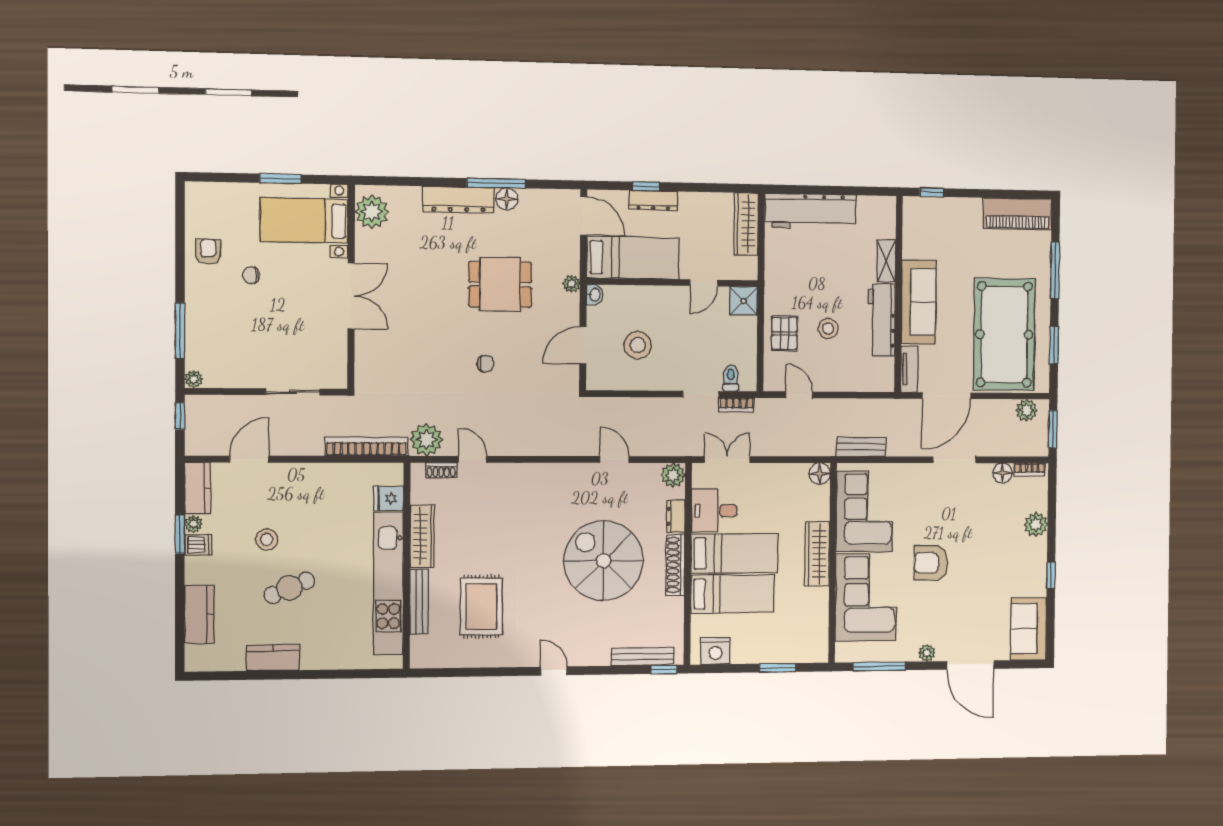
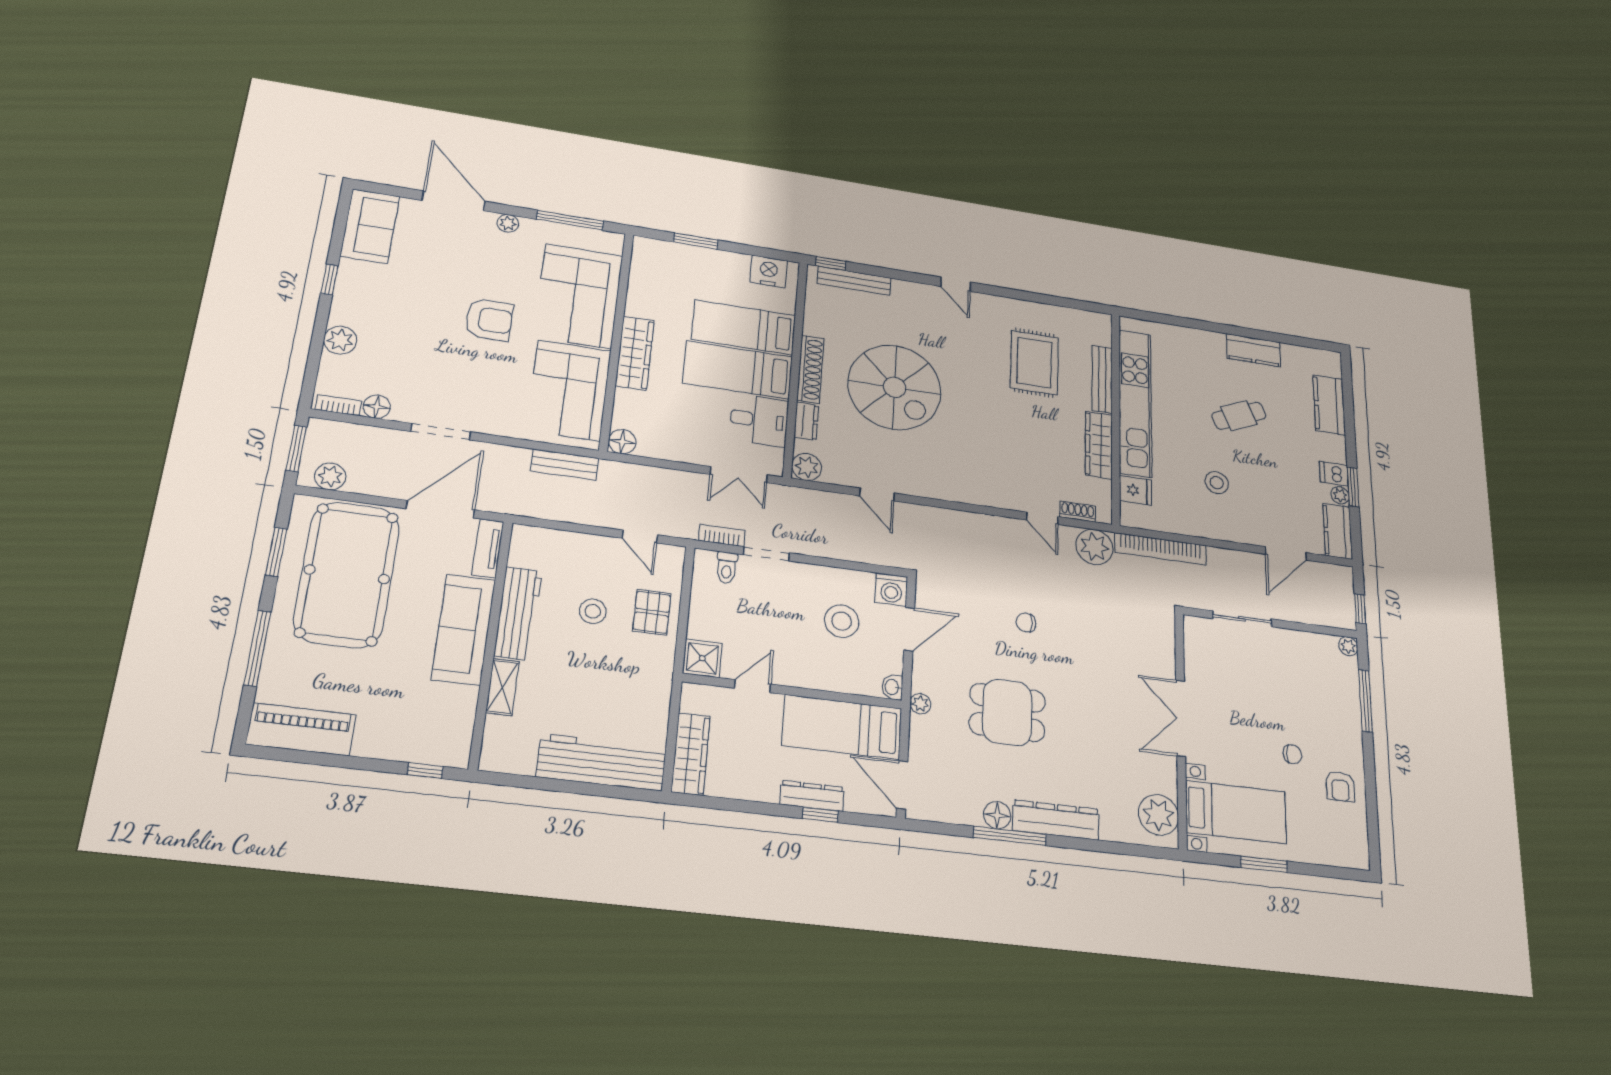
washing machine: (599, 377) -> (891, 590), added
stool: (267, 539) -> (1217, 483), moved

